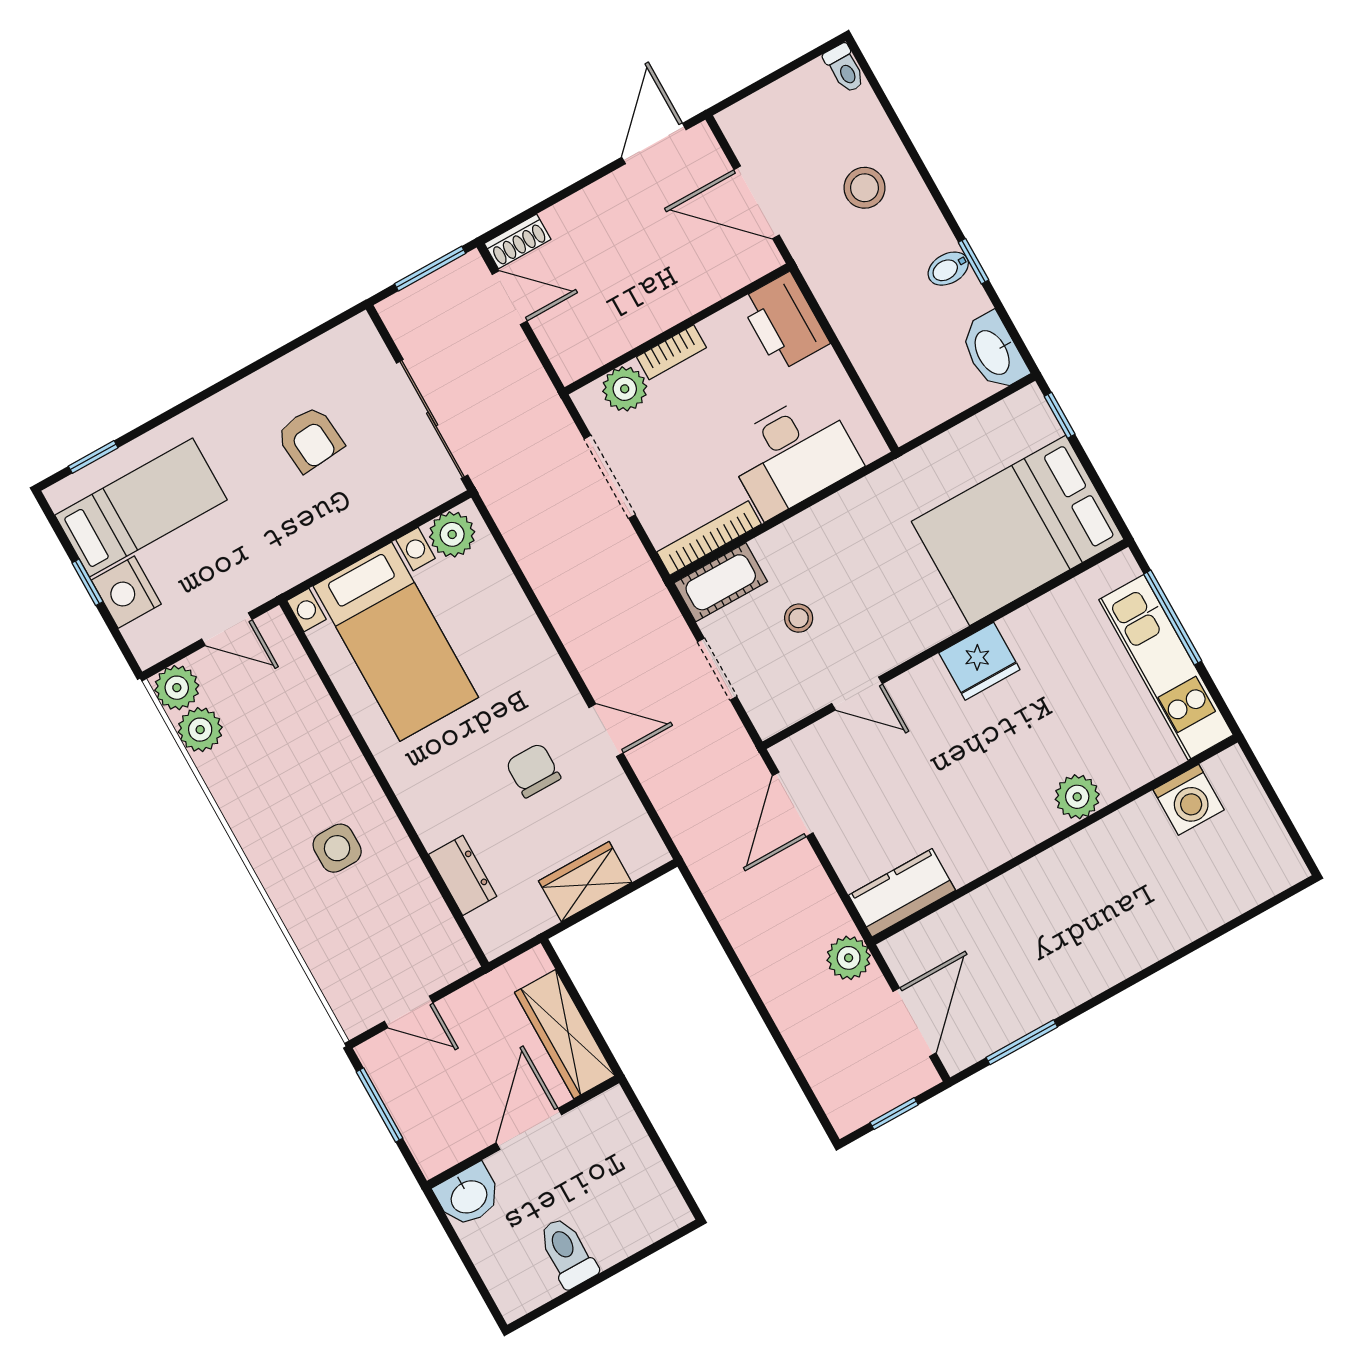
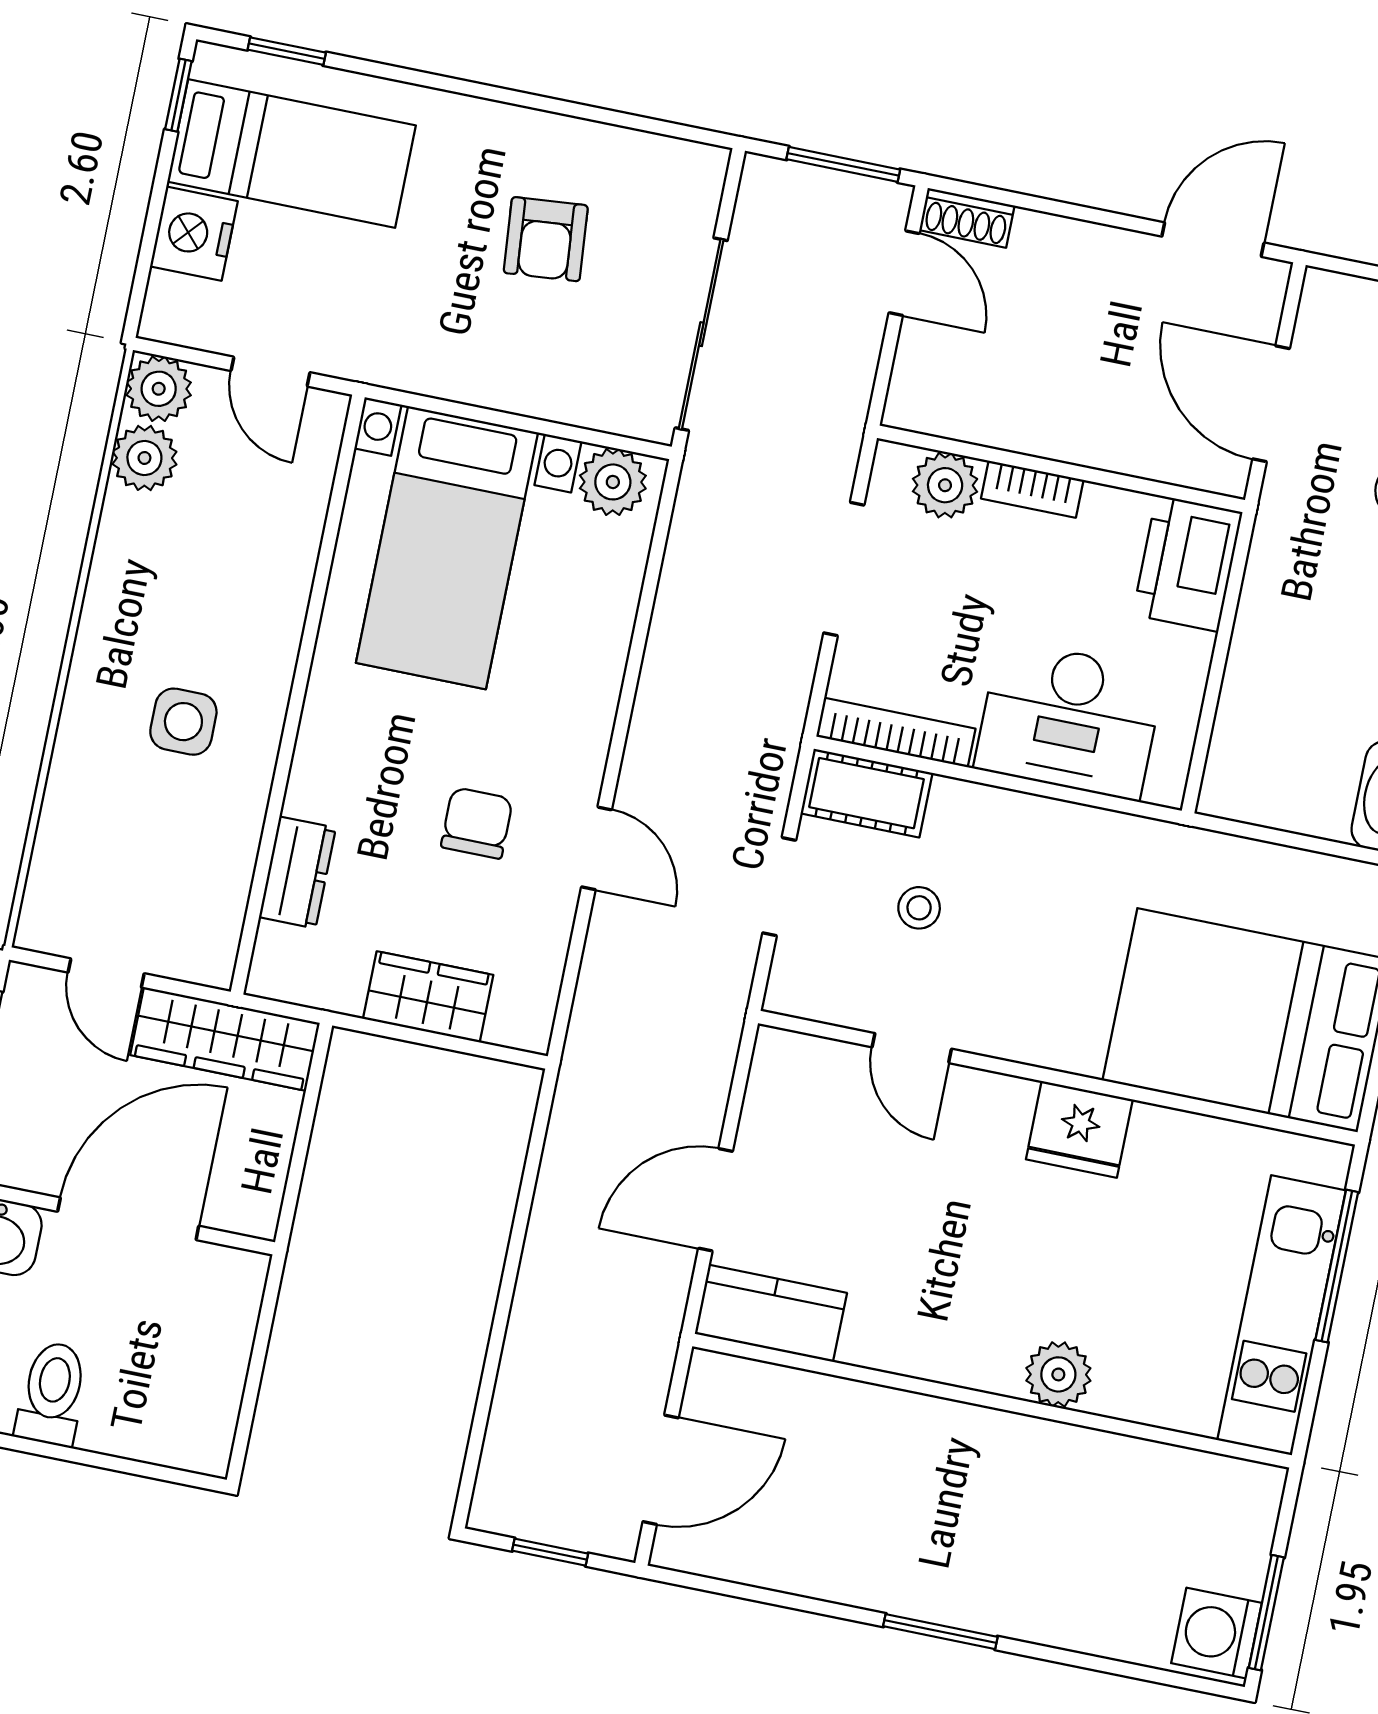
window: (87, 582) -> (178, 95), moved
washing machine: (1189, 800) -> (1216, 1633), moved, turned 90
door: (793, 804) -> (716, 1200), moved
window: (1290, 827) -> (1266, 1613), added
plant: (849, 958) -> (649, 1335), removed
wardrobe: (565, 1034) -> (225, 1039), moved, turned -90
window: (1022, 1042) -> (940, 1632), moved
door: (529, 1129) -> (128, 1219), width x1.36

